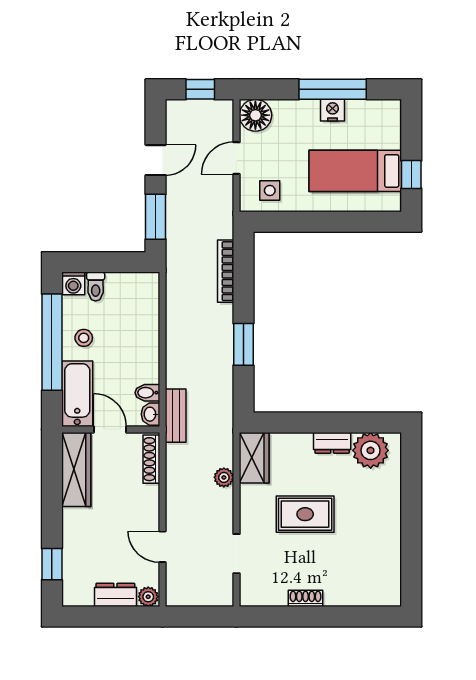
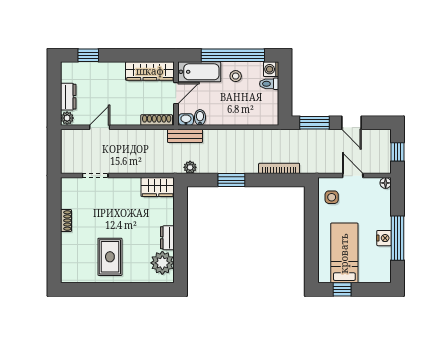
floor lamp: (255, 115) -> (386, 183), width x0.53, depth x0.53
plant: (224, 477) -> (190, 167), moved
rug: (305, 514) -> (110, 257), moved

